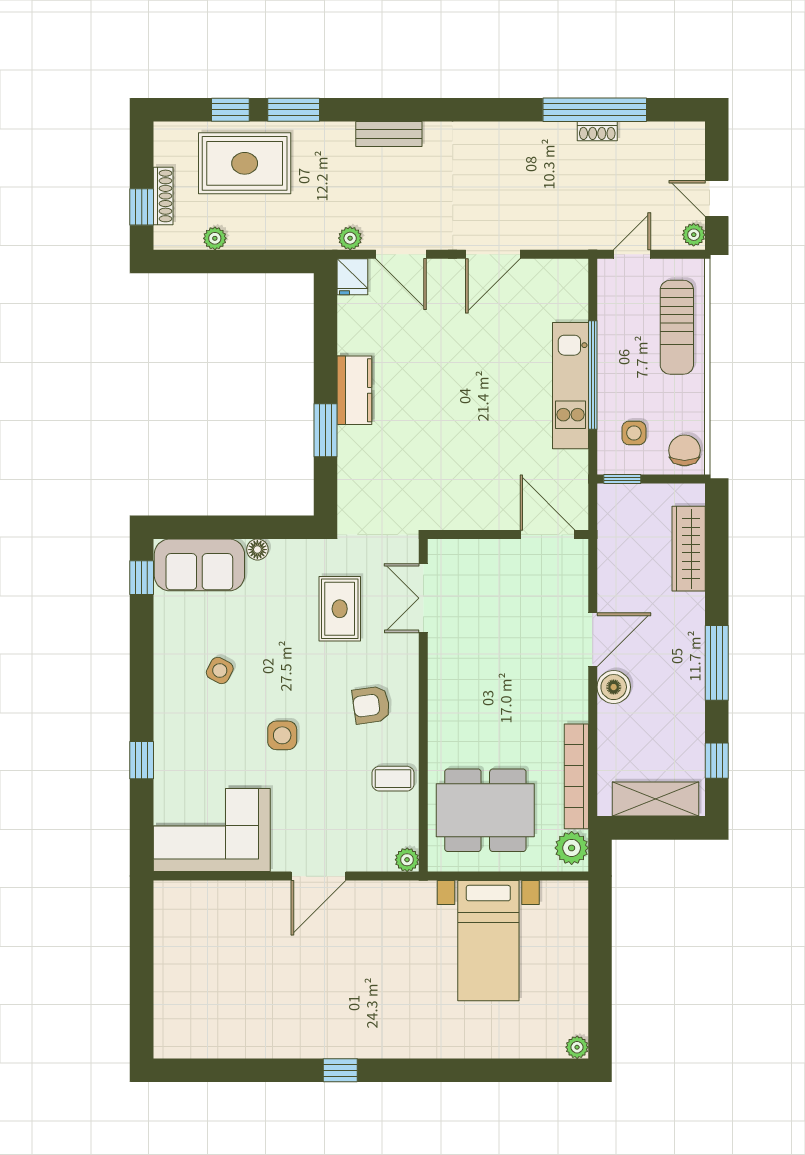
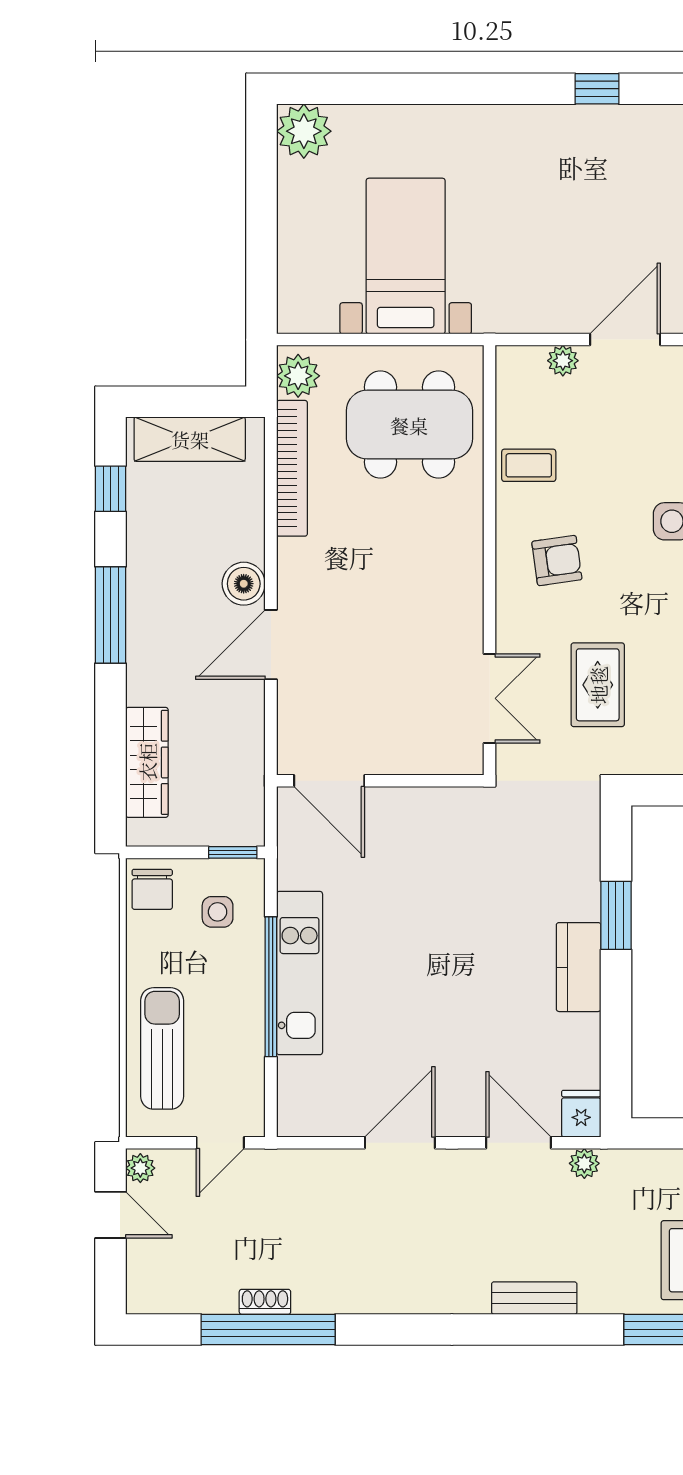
plant: (407, 860) -> (563, 361), moved
plant: (577, 1047) -> (304, 131), width x1.88, depth x1.88

